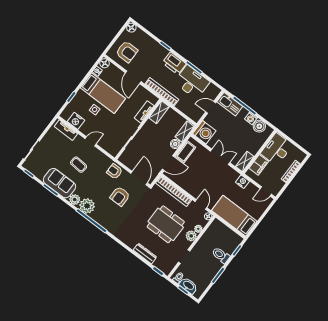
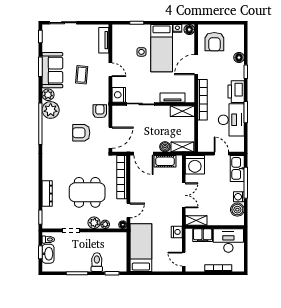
floor lamp: (131, 28) -> (239, 58), moved
nightstand: (76, 121) -> (119, 95), moved
dining table: (166, 224) -> (87, 192), turned 90

